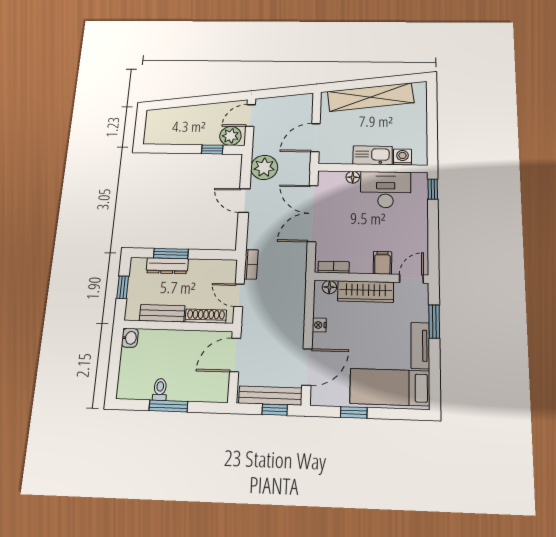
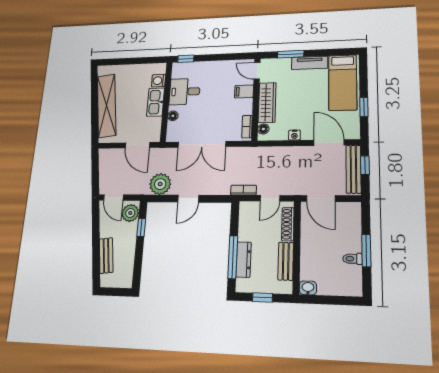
bench: (182, 113) -> (106, 256), added
desk: (386, 190) -> (185, 92), width x0.73
window: (171, 254) -> (233, 257), width x1.44

